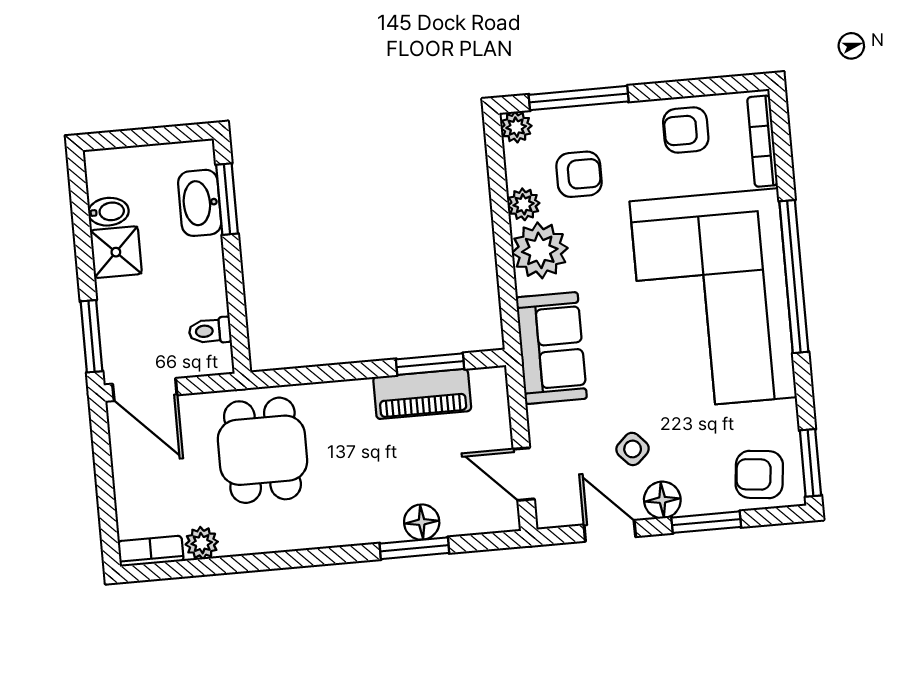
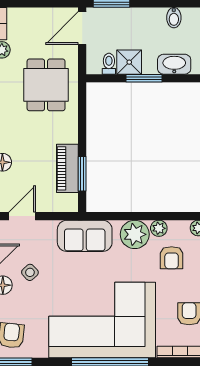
window: (227, 199) -> (144, 78), moved
shower: (116, 252) -> (129, 62), moved
dining table: (262, 450) -> (46, 85), turned 90

